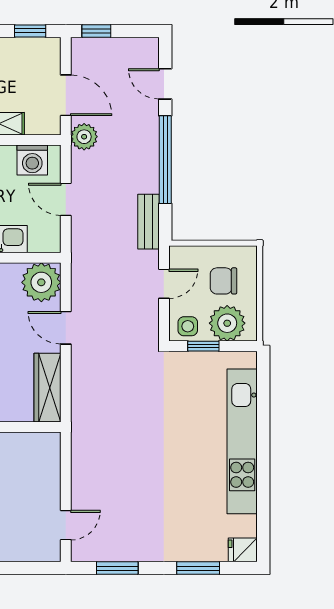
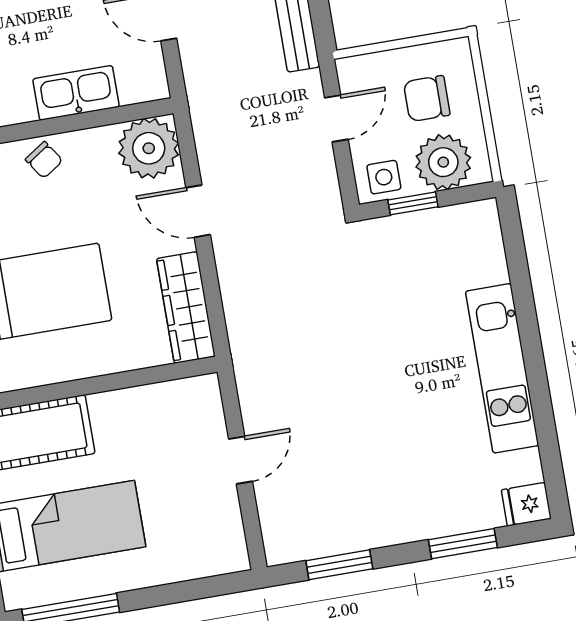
kitchen unit: (242, 441) -> (502, 368), width x0.73
door: (66, 525) -> (241, 460), moved

